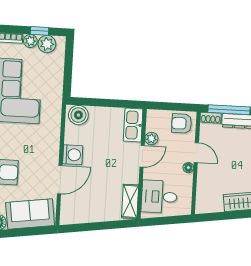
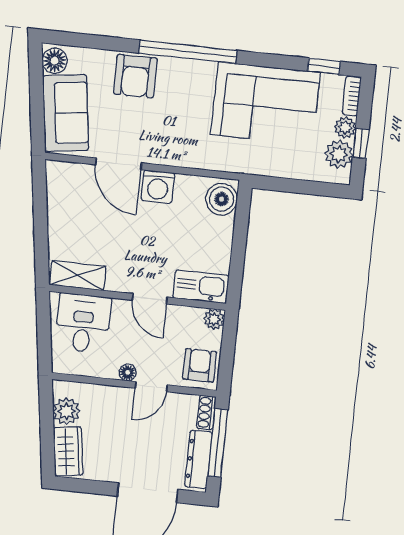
plant: (151, 139) -> (214, 319), moved
plant: (214, 204) -> (66, 411), added

